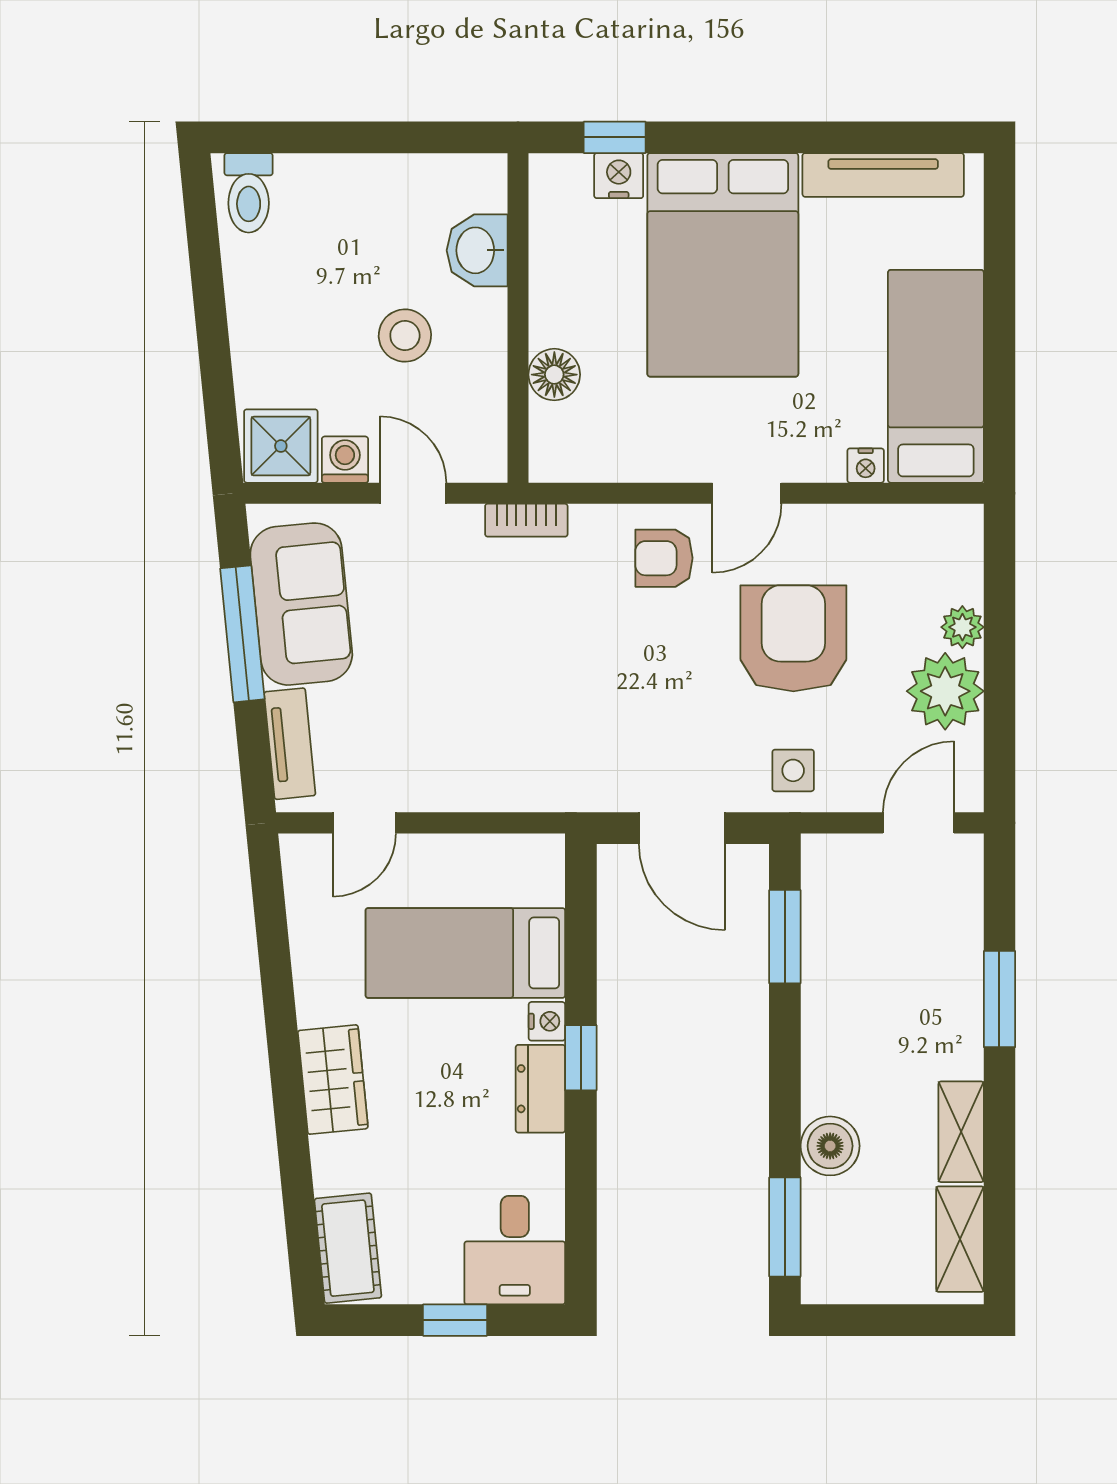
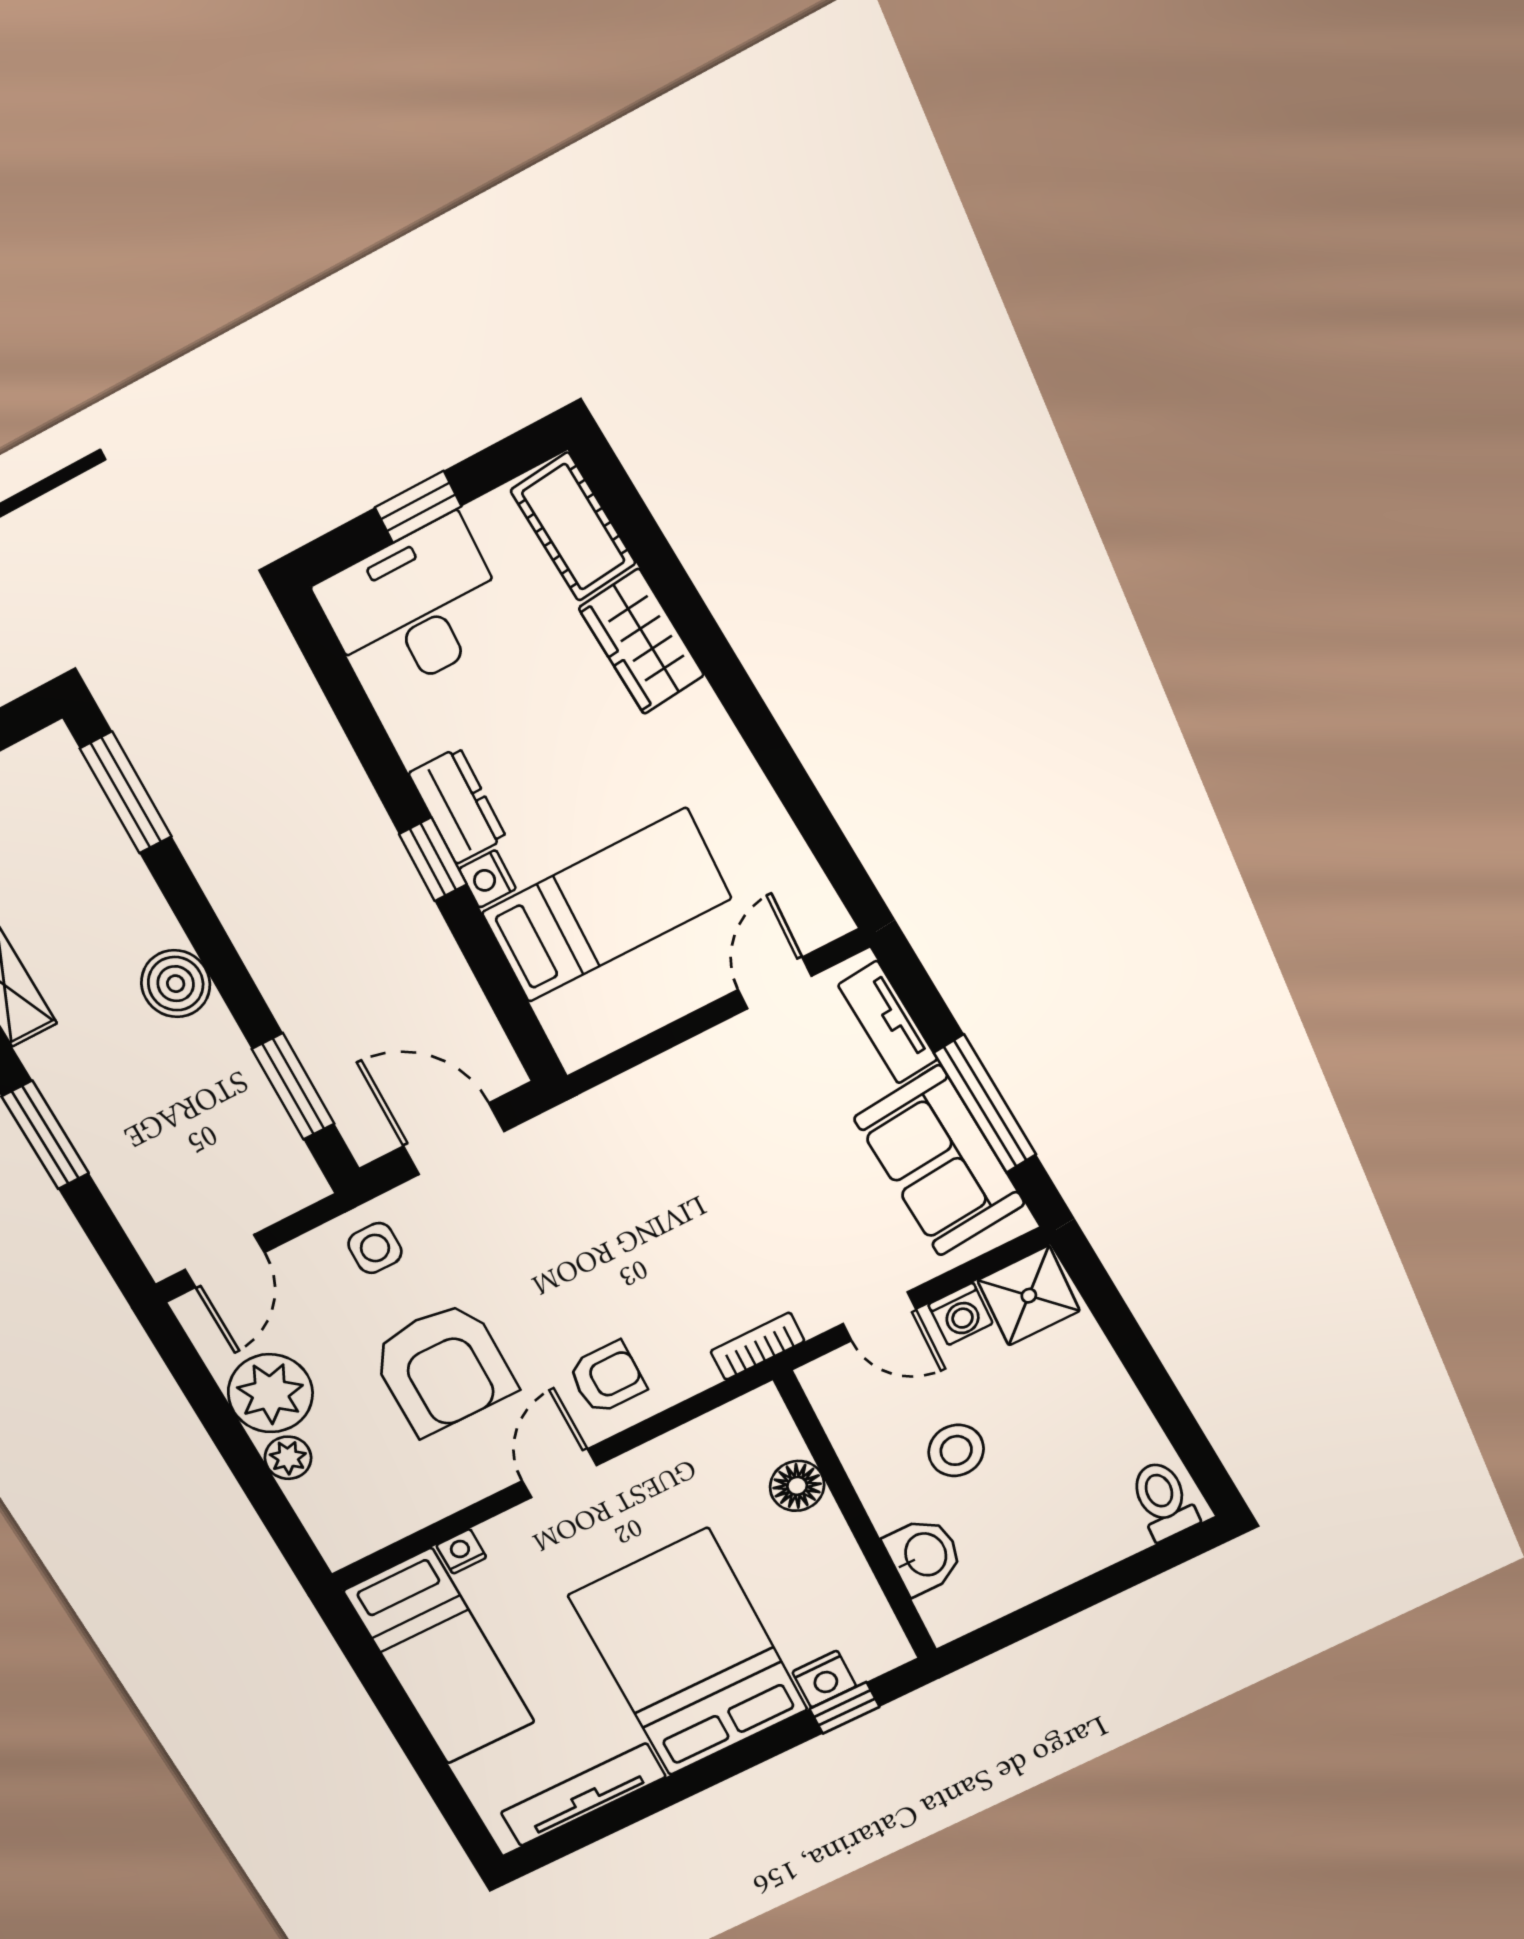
wardrobe: (333, 1080) -> (642, 642), moved
boiler: (830, 1146) -> (176, 984), moved
desk: (515, 1250) -> (414, 608), width x1.37

